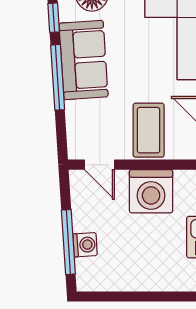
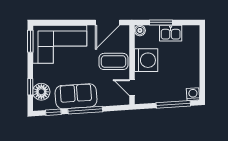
door: (100, 165) -> (132, 88), swing flipped
washing machine: (85, 245) -> (193, 94), moved

